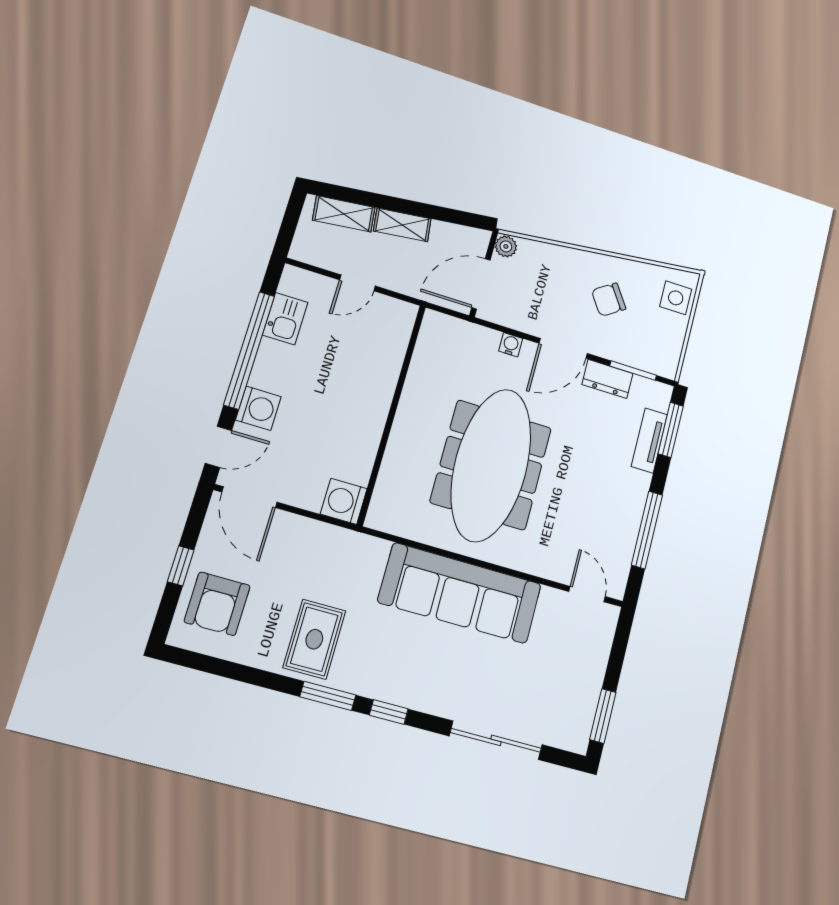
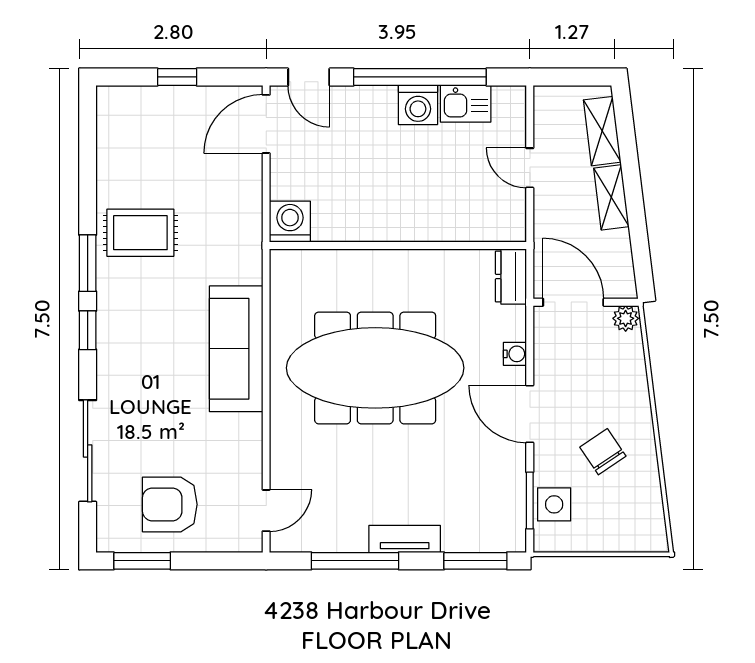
side table: (676, 298) -> (554, 504), moved
dresser: (607, 379) -> (511, 277), moved
washing machine: (258, 408) -> (418, 105), moved
tv unit: (649, 441) -> (405, 539), moved
sofa: (460, 593) -> (236, 349), width x0.74, depth x0.79
armchair: (217, 604) -> (170, 504), moved

